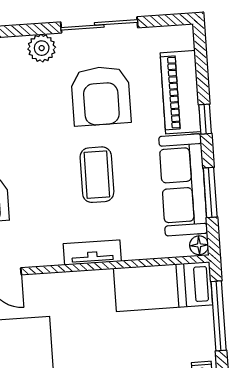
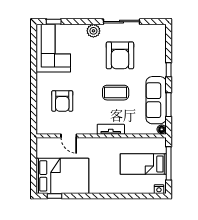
piano: (180, 92) -> (158, 56), removed
coffee table: (97, 175) -> (116, 93), turned 90
bed: (163, 287) -> (143, 164), moved

